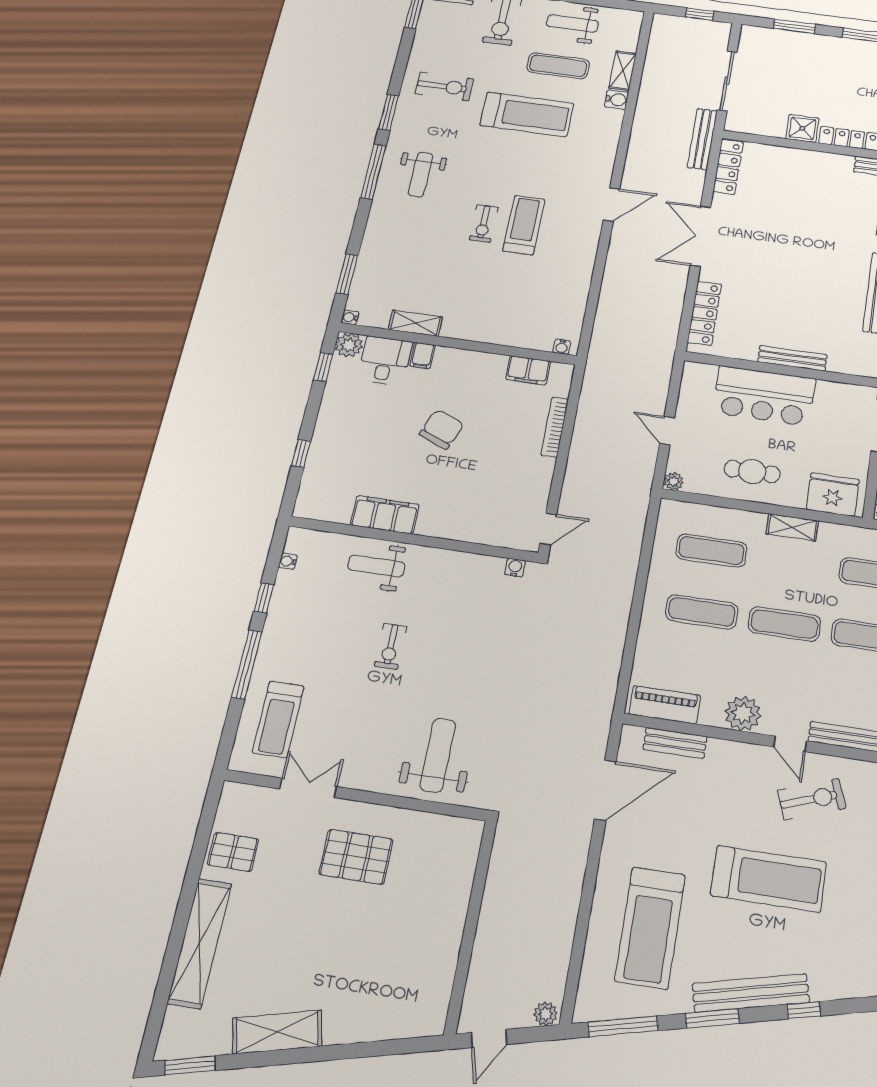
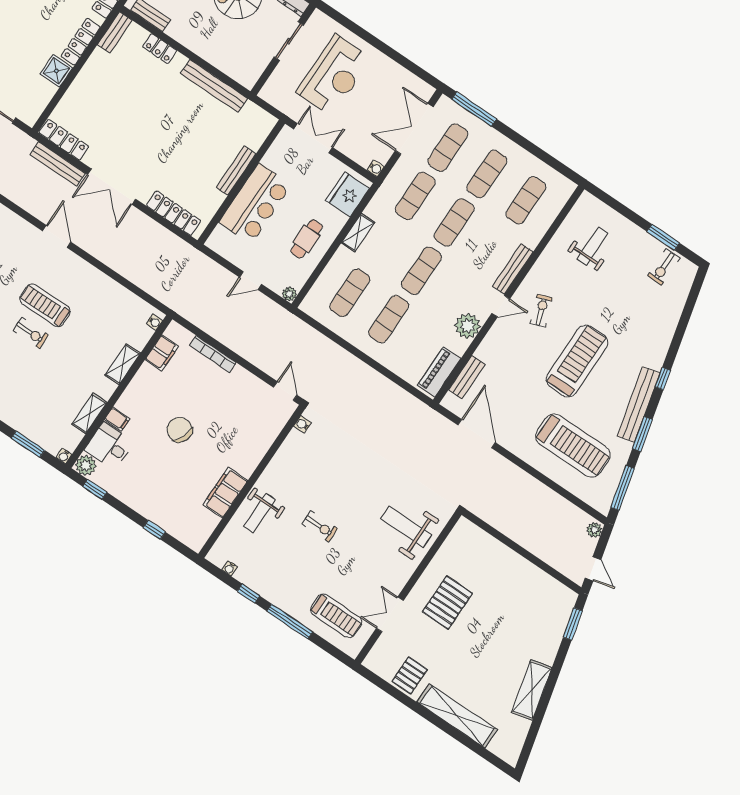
bench: (702, 139) -> (58, 164), moved
shelving: (493, 334) -> (123, 364), added
exercise bike: (812, 799) -> (541, 311), width x0.73, depth x0.72
window: (190, 1065) -> (573, 624), moved

